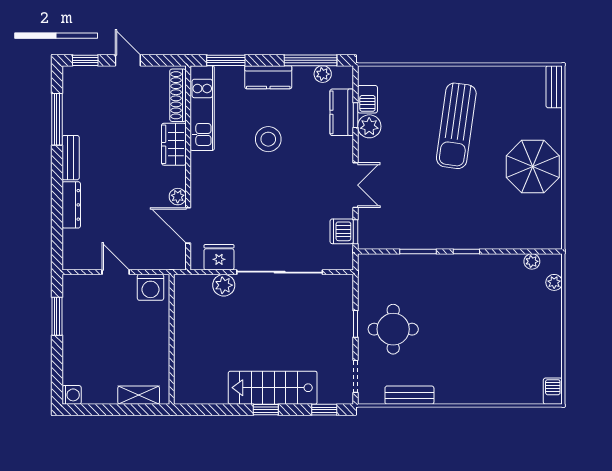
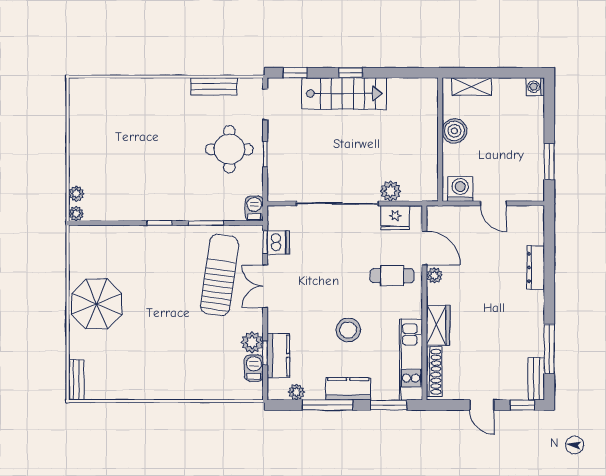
window: (310, 60) -> (328, 405), moved
sun lounger: (456, 126) -> (220, 275), moved
bench: (71, 158) -> (536, 379), moved
cafe table: (222, 196) -> (392, 276), added
plant: (532, 261) -> (76, 214), moved
boiler: (157, 348) -> (454, 131), added
barbecue: (553, 391) -> (254, 209), moved, turned 180

